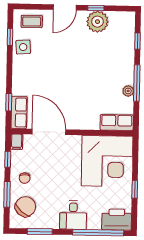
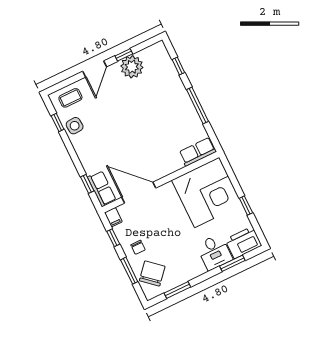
plant: (128, 91) -> (193, 117), removed
desk: (73, 215) -> (214, 252), moved
window: (98, 233) -> (232, 263), width x0.47

